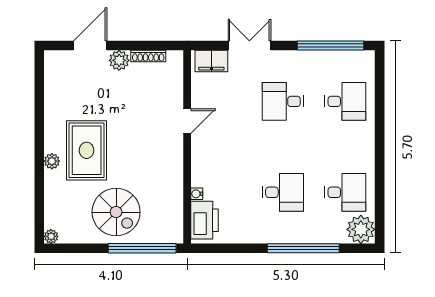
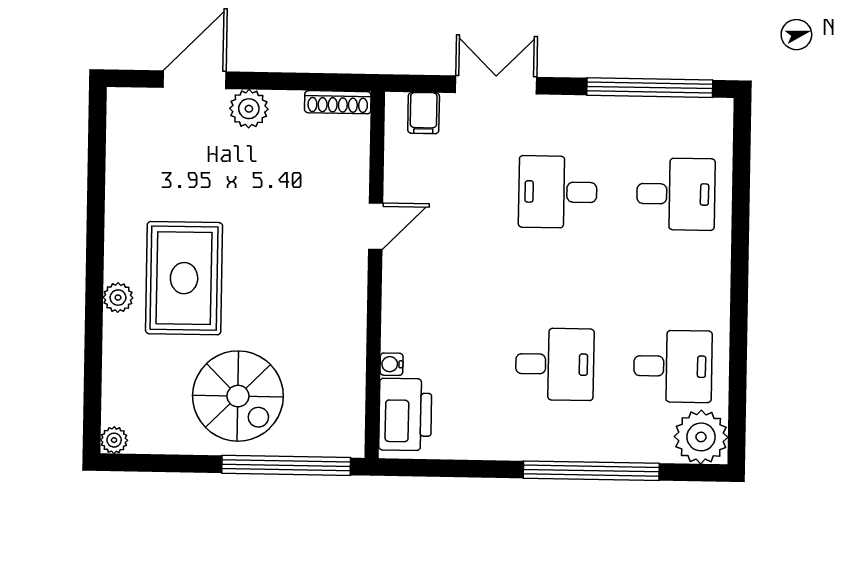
shoe rack: (148, 56) -> (338, 102), moved
filing cabinet: (211, 61) -> (424, 113), width x0.50

